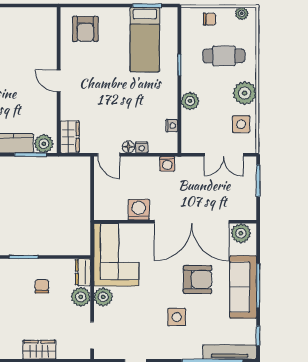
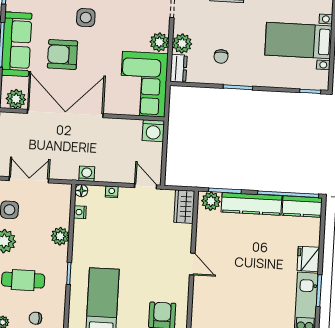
floor lamp: (128, 147) -> (81, 191), moved
washing machine: (139, 210) -> (153, 131), moved

